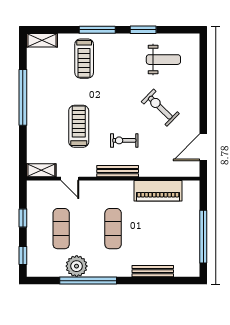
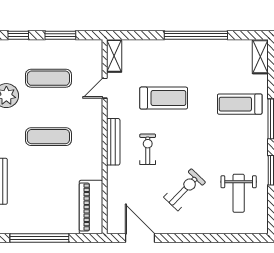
piano: (158, 191) -> (91, 207), moved
window: (23, 218) -> (60, 35), width x1.50

